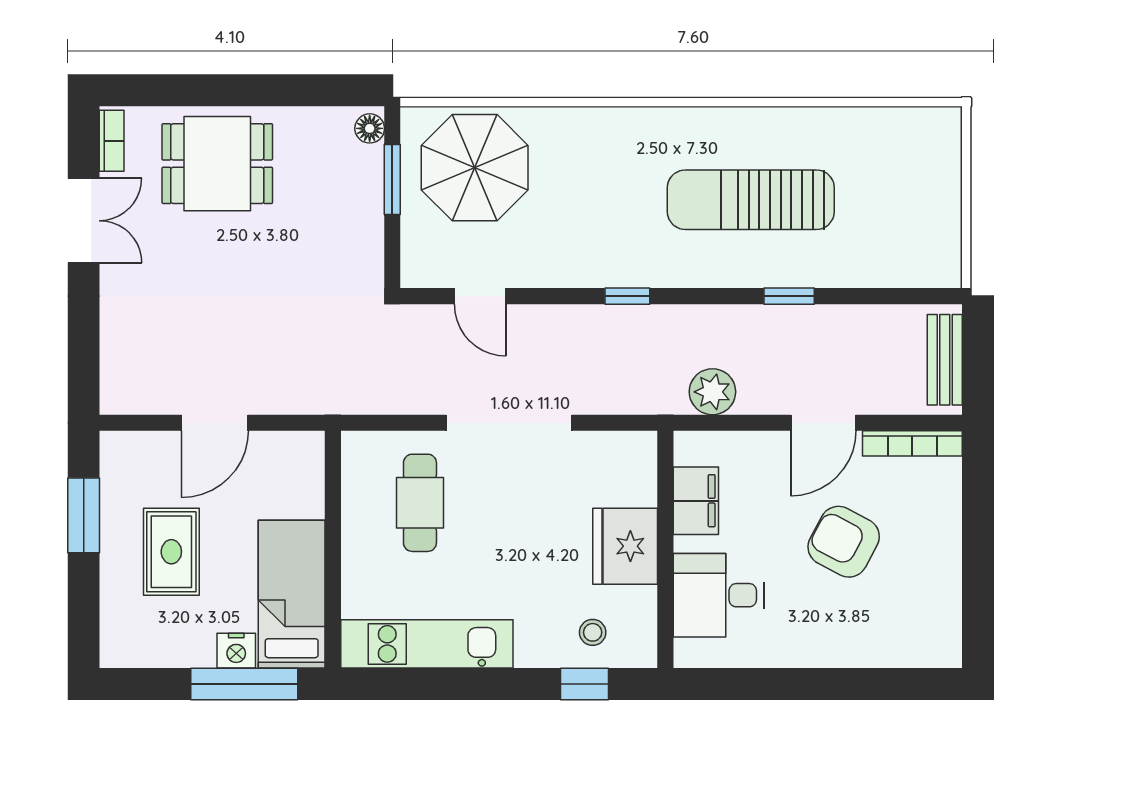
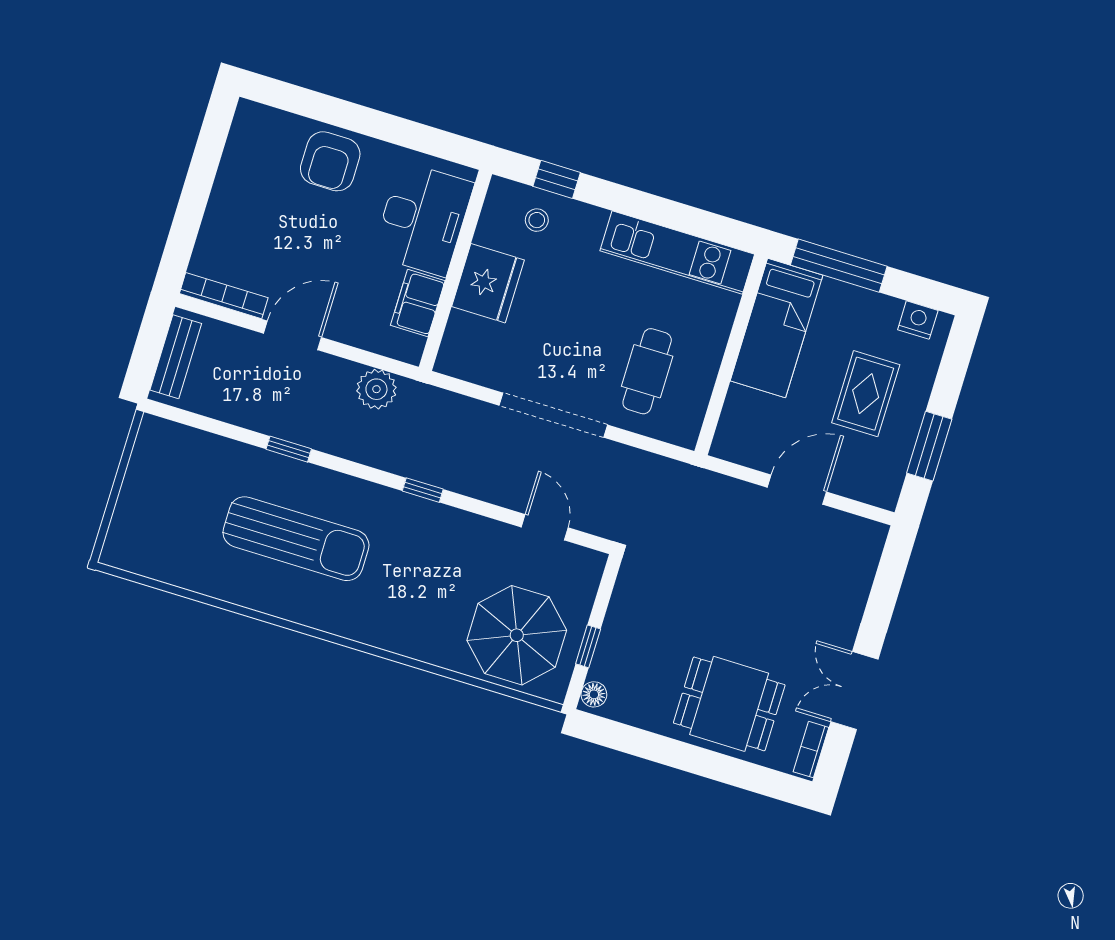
window: (392, 180) -> (588, 646), width x0.67
armchair: (844, 542) -> (330, 161), moved, turned 62
desk: (718, 595) -> (423, 219), width x1.37
nightstand: (236, 651) -> (918, 320), moved

